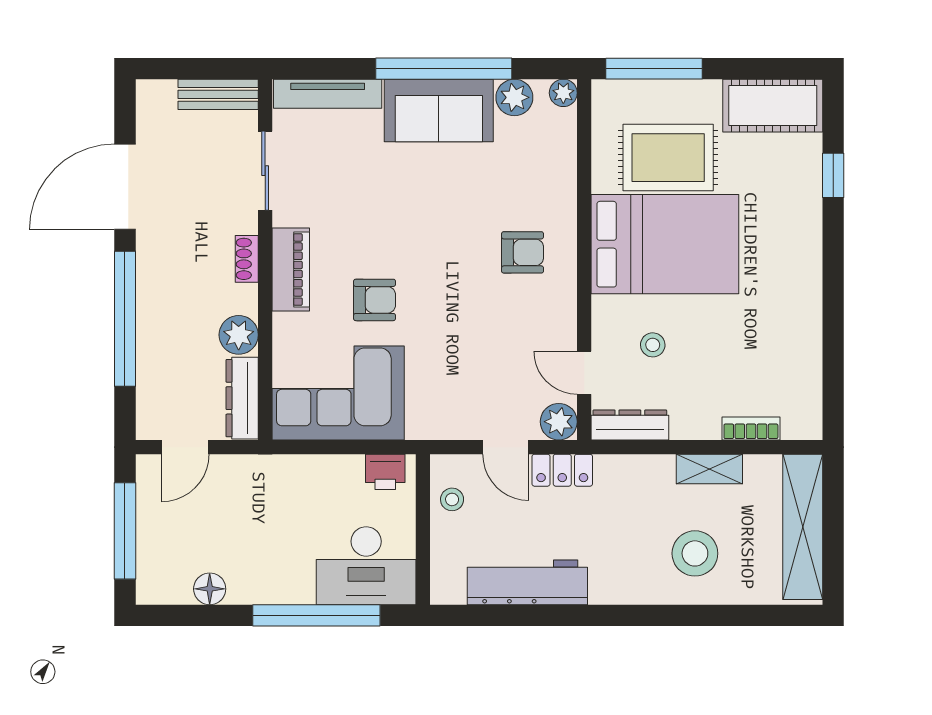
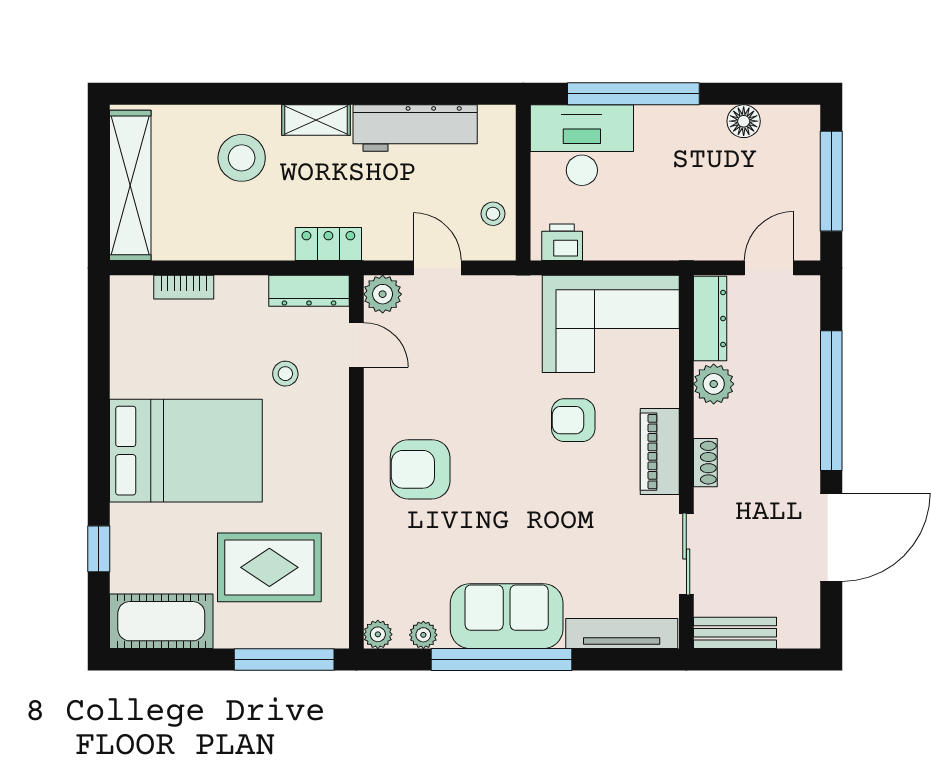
plant: (514, 97) -> (423, 635), width x0.73, depth x0.73
bed: (665, 244) -> (186, 451), moved, turned 180
armchair: (523, 252) -> (420, 469), width x1.38, depth x1.38
shelving: (709, 469) -> (316, 120), moved
locker: (562, 470) -> (328, 244), moved

